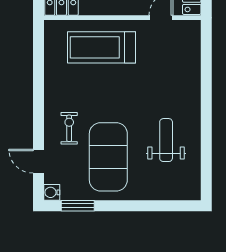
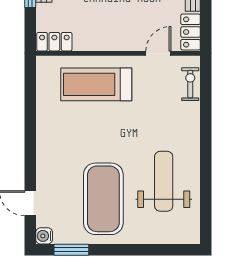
exercise bike: (69, 128) -> (190, 84), moved
weight bench: (166, 140) -> (164, 181), width x1.36, depth x1.33

